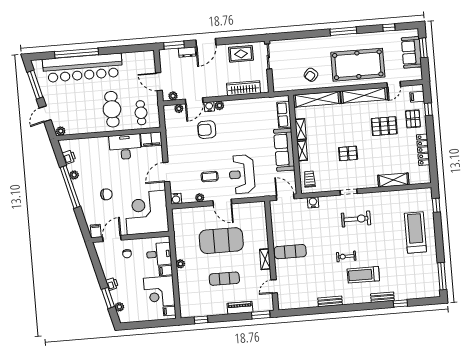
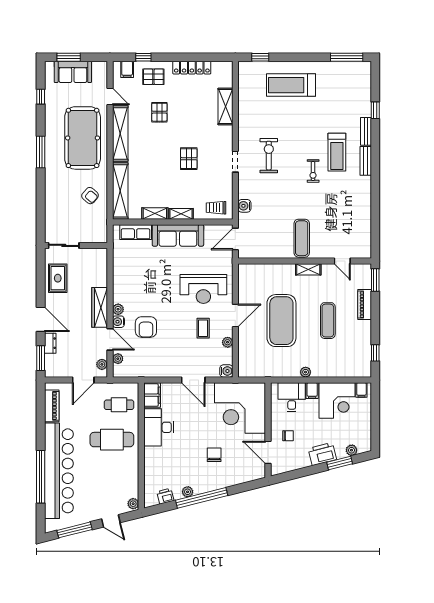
piano: (136, 58) -> (52, 406), added
wardrobe: (244, 88) -> (100, 307), moved
pallet: (384, 126) -> (159, 112), width x0.67, depth x0.71
filing cabinet: (96, 231) -> (258, 471), removed
printer: (112, 284) -> (322, 454), width x1.87, depth x1.48
bench: (330, 301) -> (366, 161), moved

